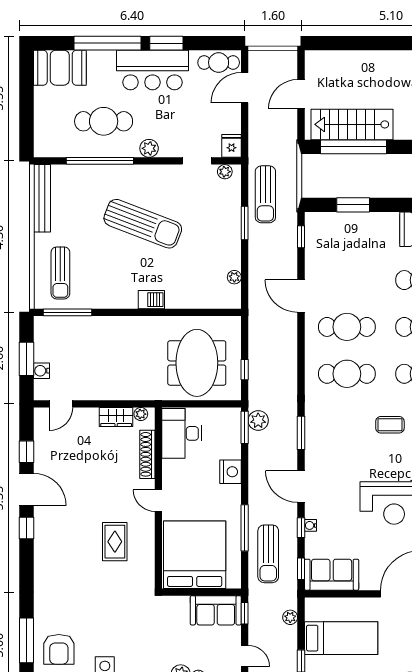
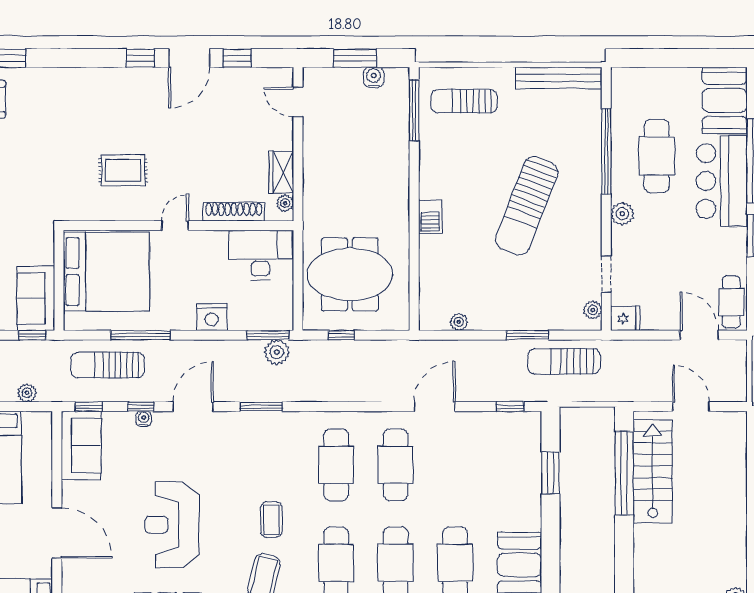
bar counter: (152, 70) -> (722, 181), moved
water cooler: (41, 371) -> (374, 77), moved

